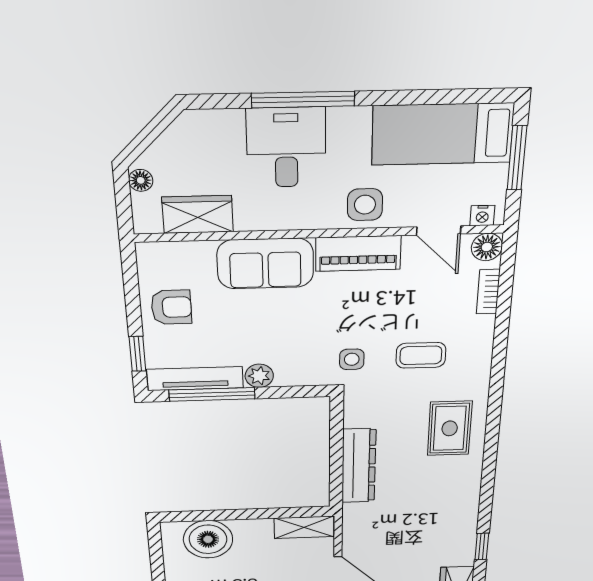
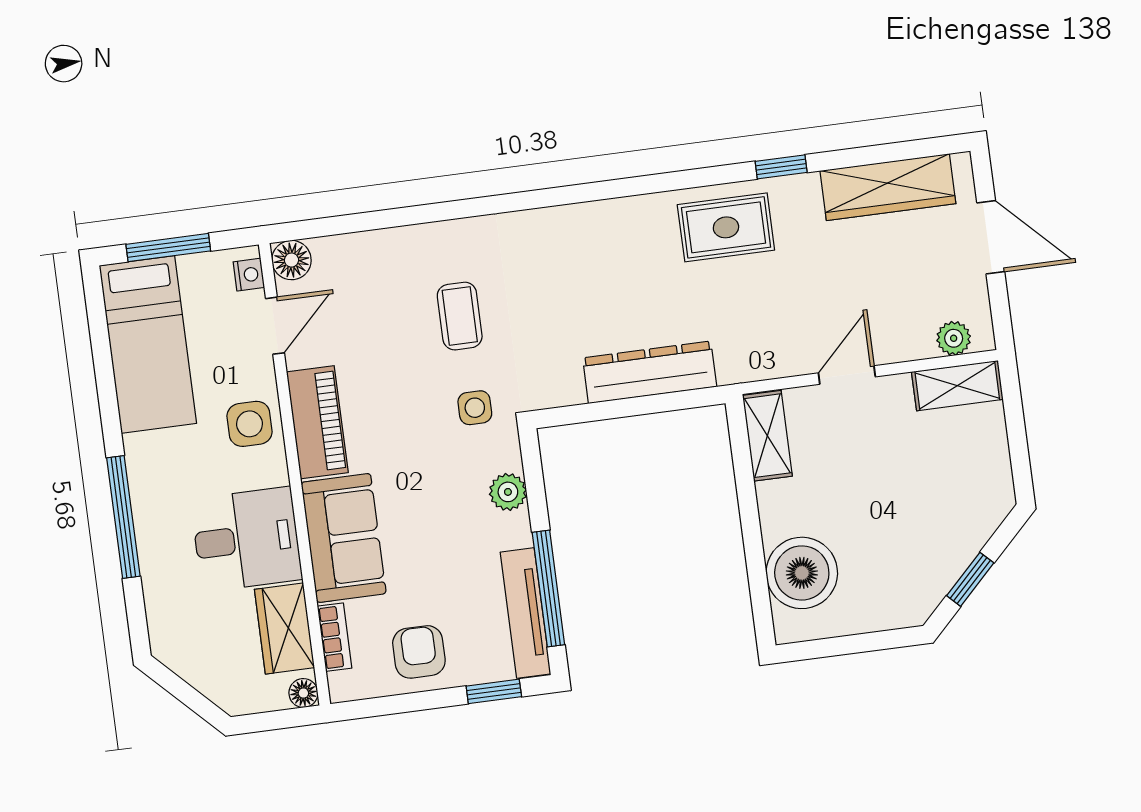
desk: (286, 148) -> (246, 539), moved, turned 180
floor lamp: (141, 180) -> (303, 693), moved
bookcase: (488, 292) -> (335, 637), moved, turned -90
plant: (259, 376) -> (508, 492), moved
rug: (450, 428) -> (726, 227), moved

